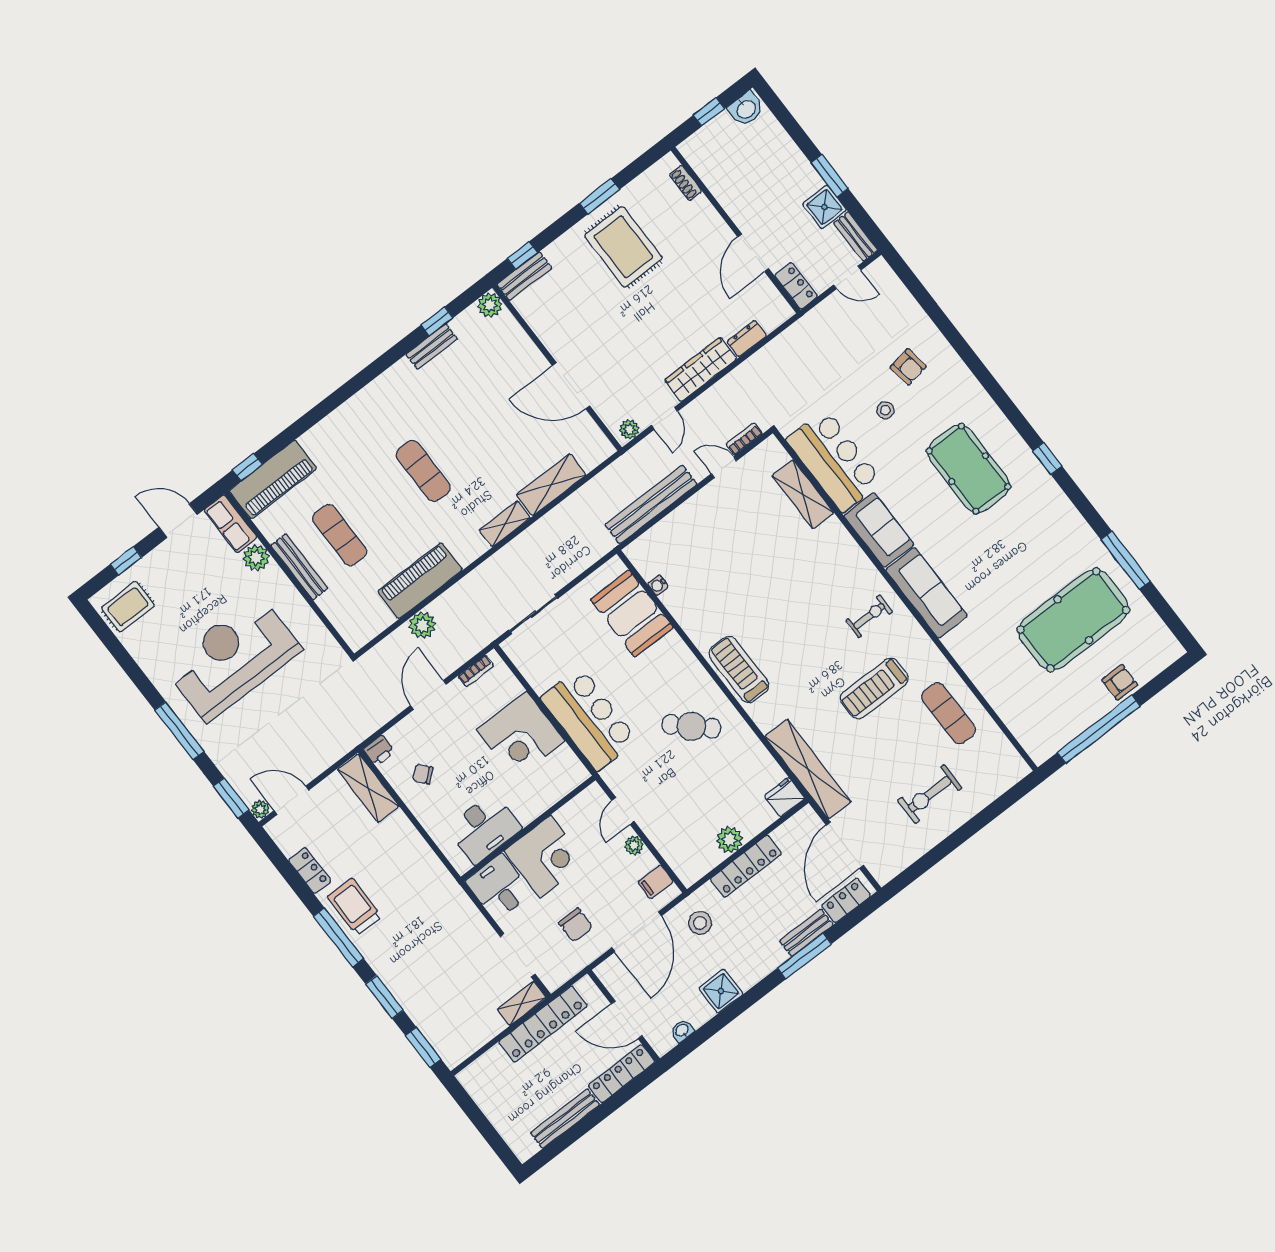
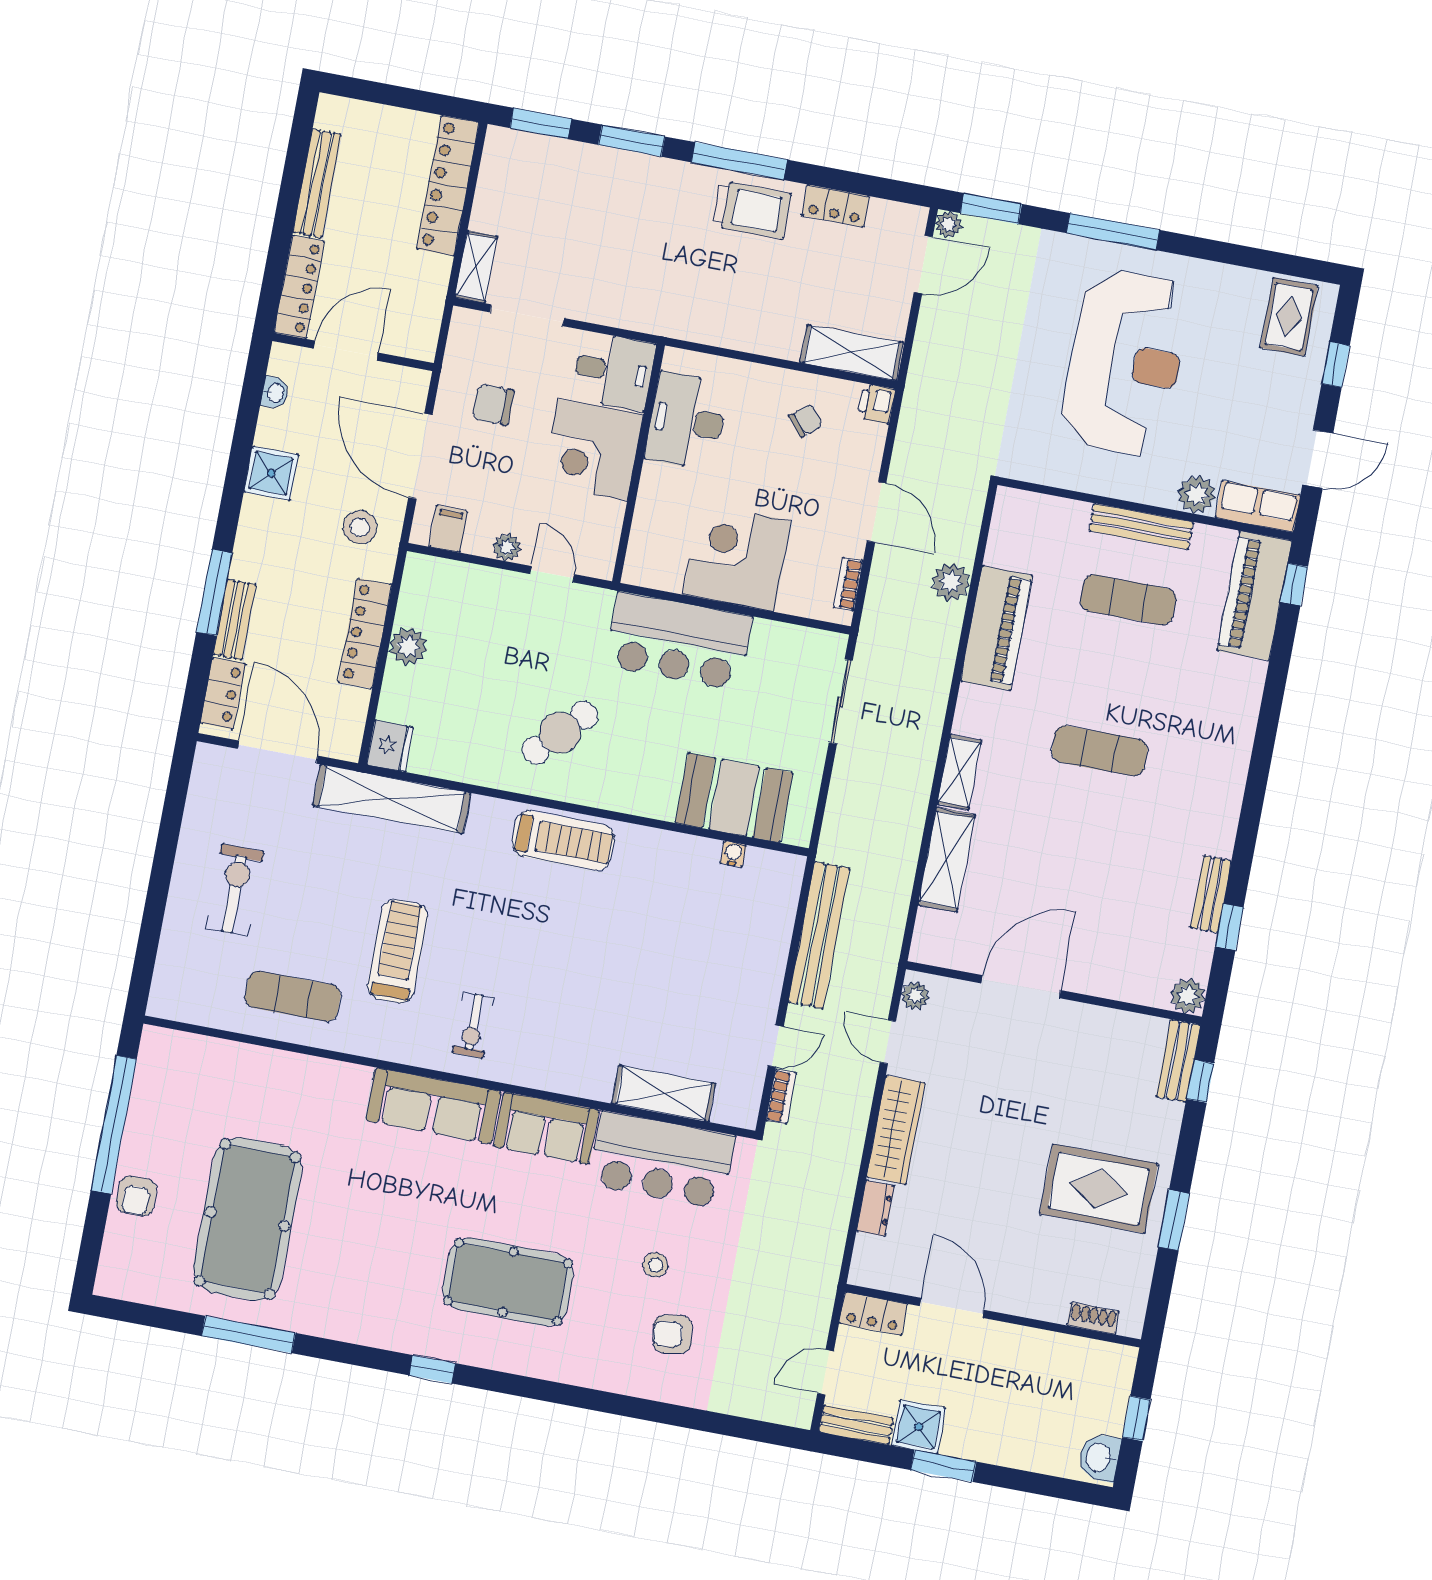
locker: (543, 1024) -> (448, 186), moved

